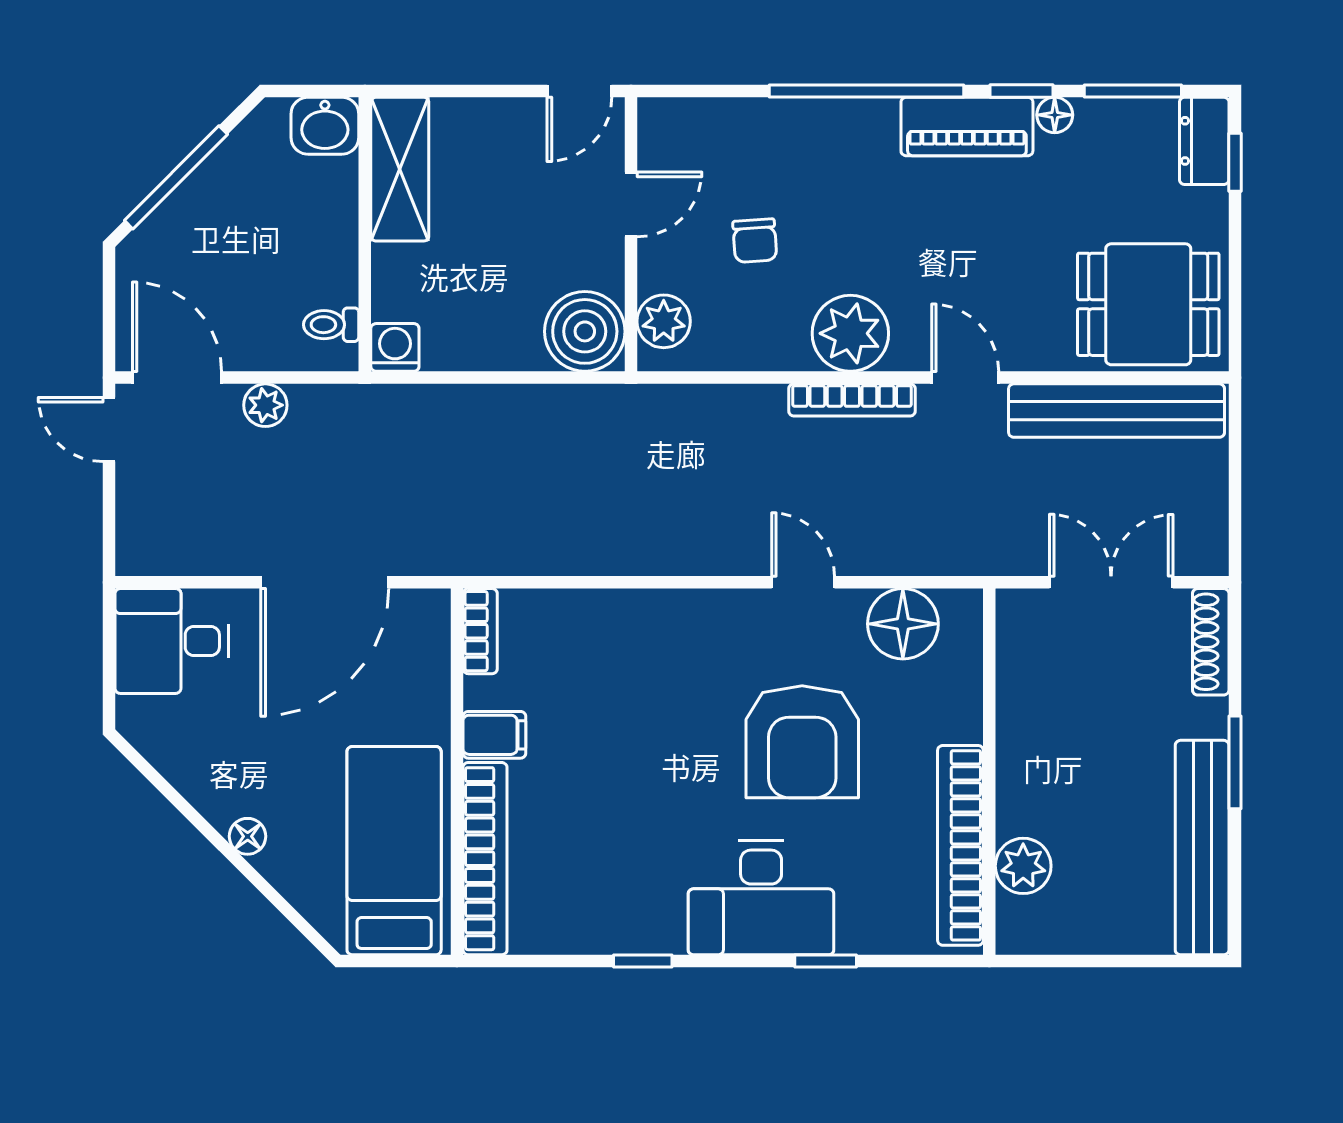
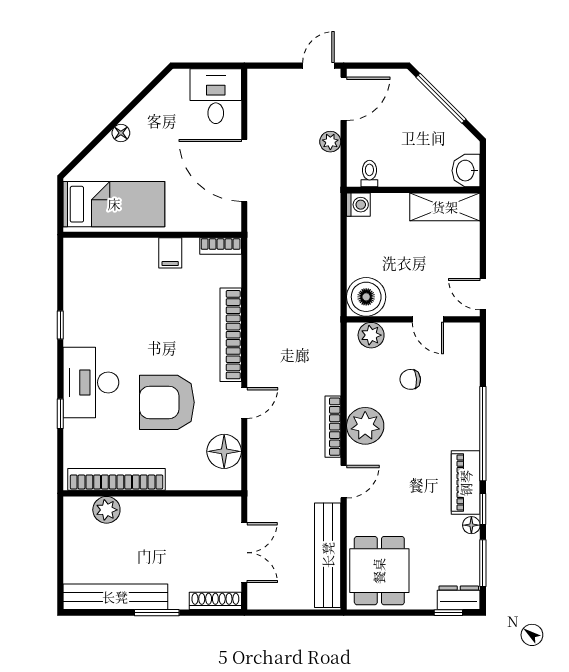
bookcase: (485, 859) -> (231, 335), moved, turned 90

